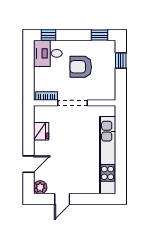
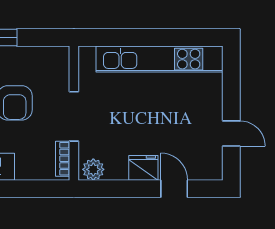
fridge: (41, 131) -> (143, 168), moved
plant: (40, 187) -> (93, 169), moved

